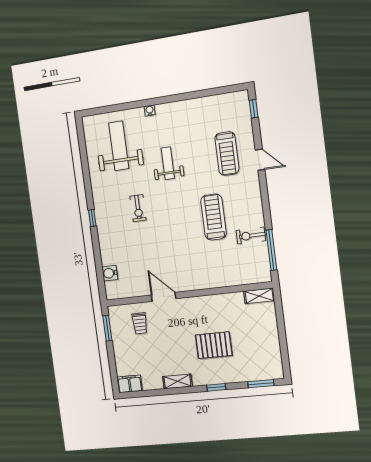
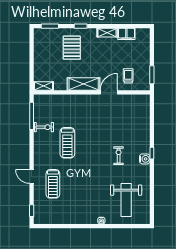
treadmill: (227, 154) -> (53, 184), turned 180
weight bench: (168, 163) -> (94, 183), removed
water cooler: (110, 273) -> (145, 159), moved
door: (164, 297) -> (109, 92), swing flipped
shelving: (201, 305) -> (84, 84), added
pallet: (214, 345) -> (72, 48), moved, turned 90
filing cabinet: (130, 384) -> (126, 34), moved

